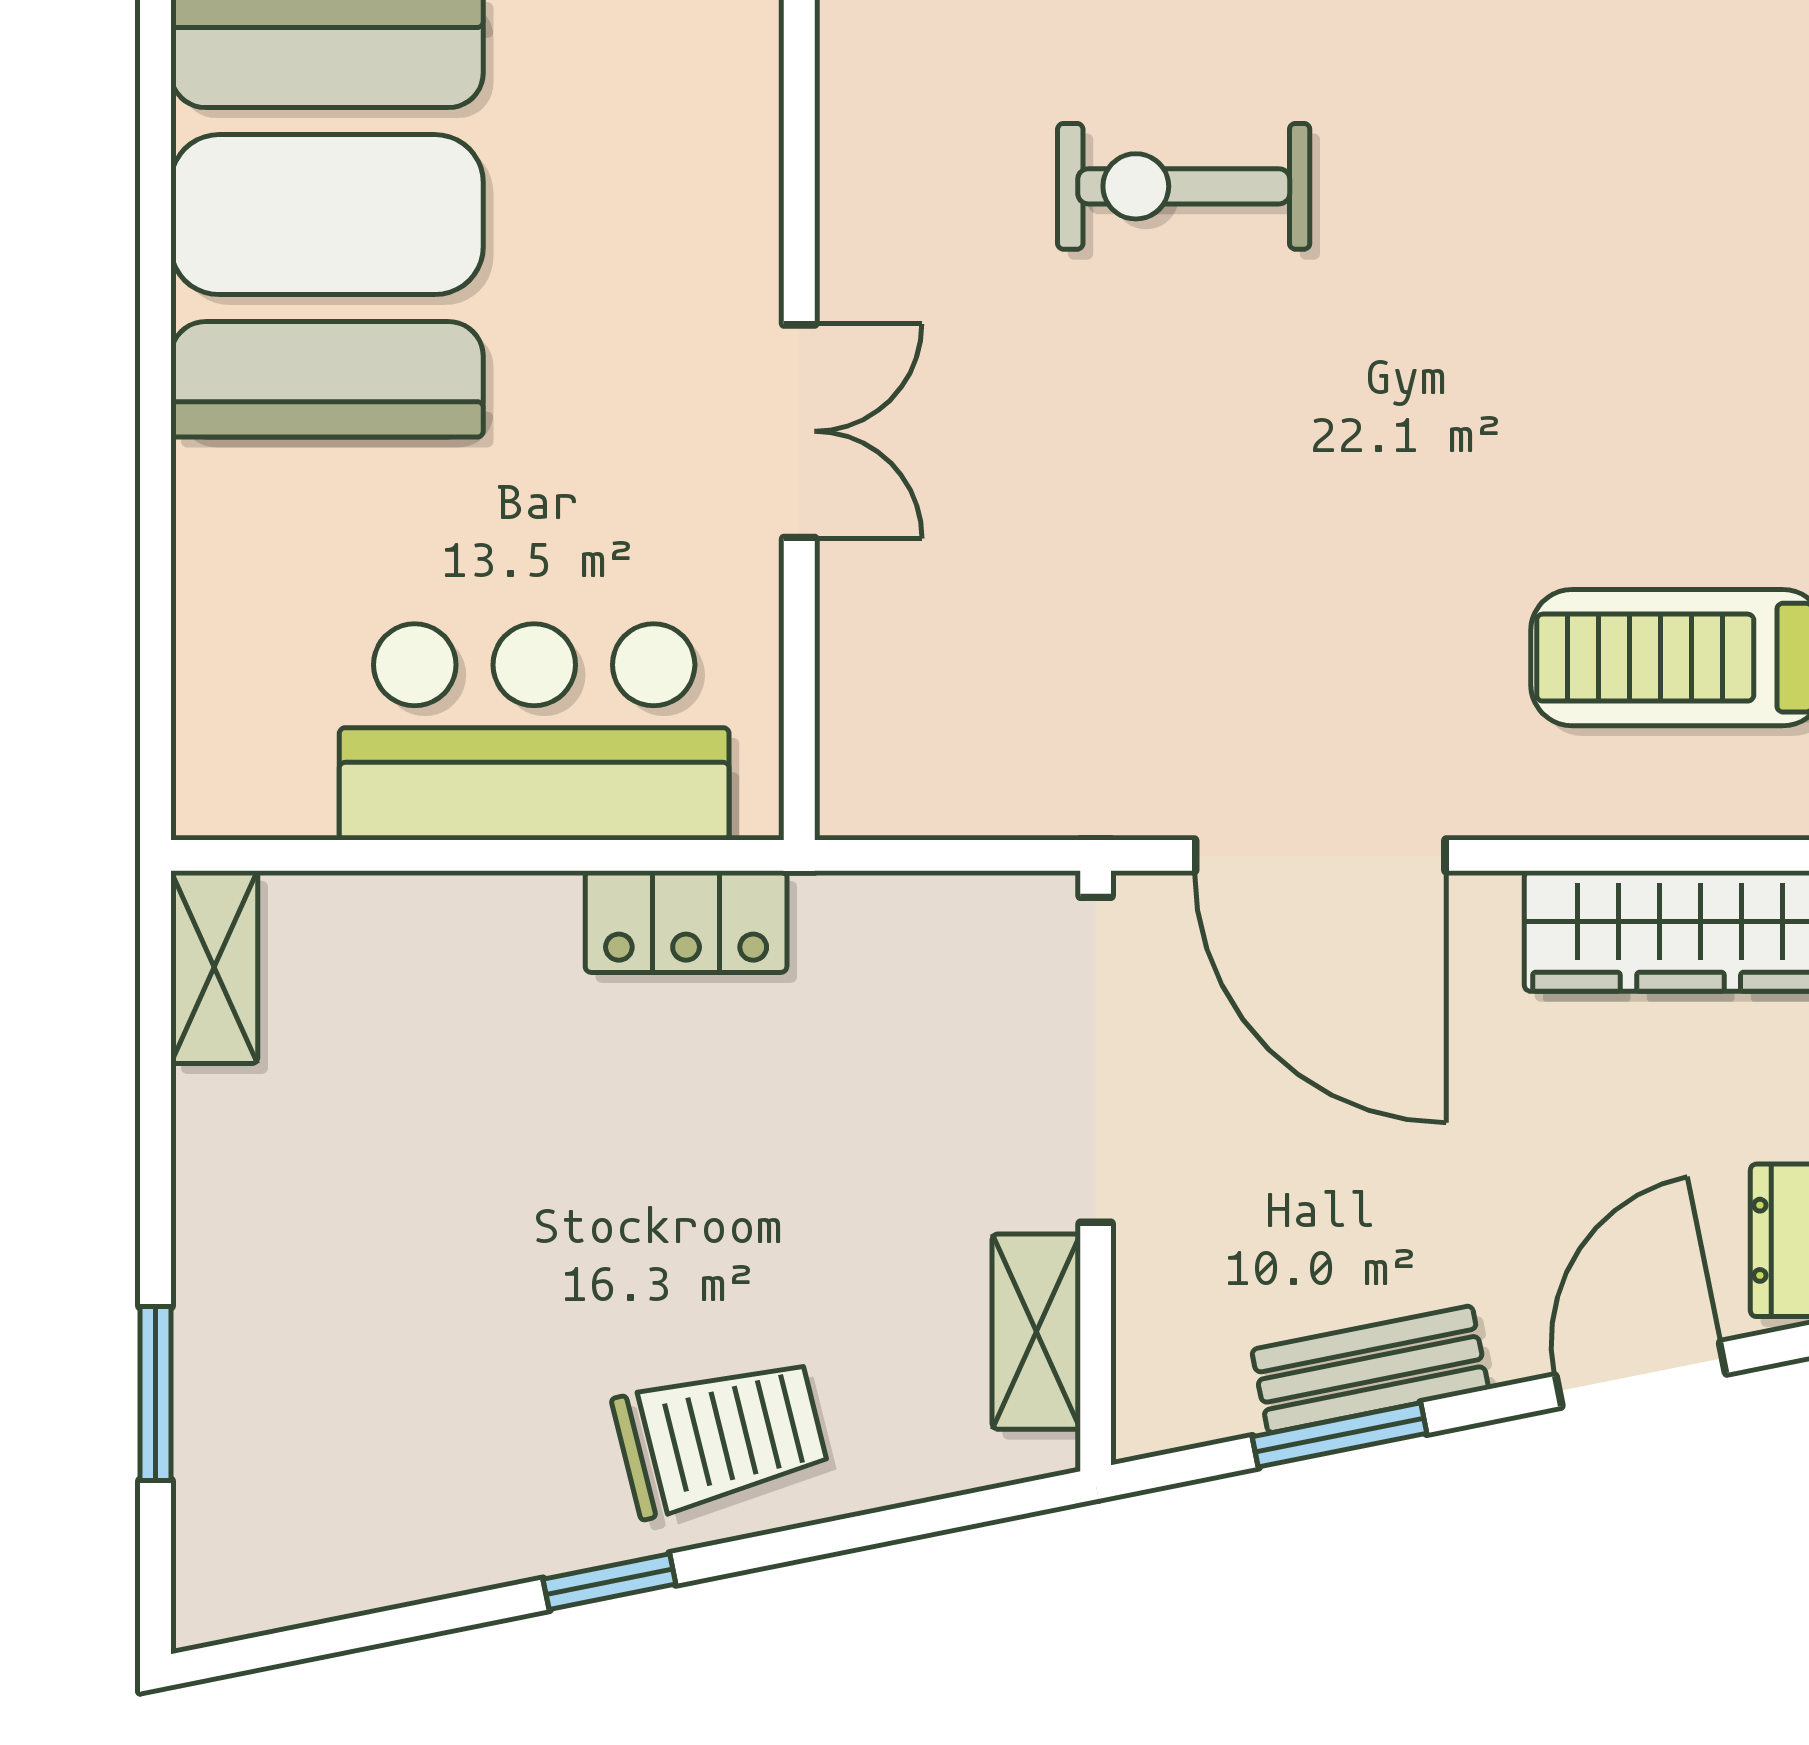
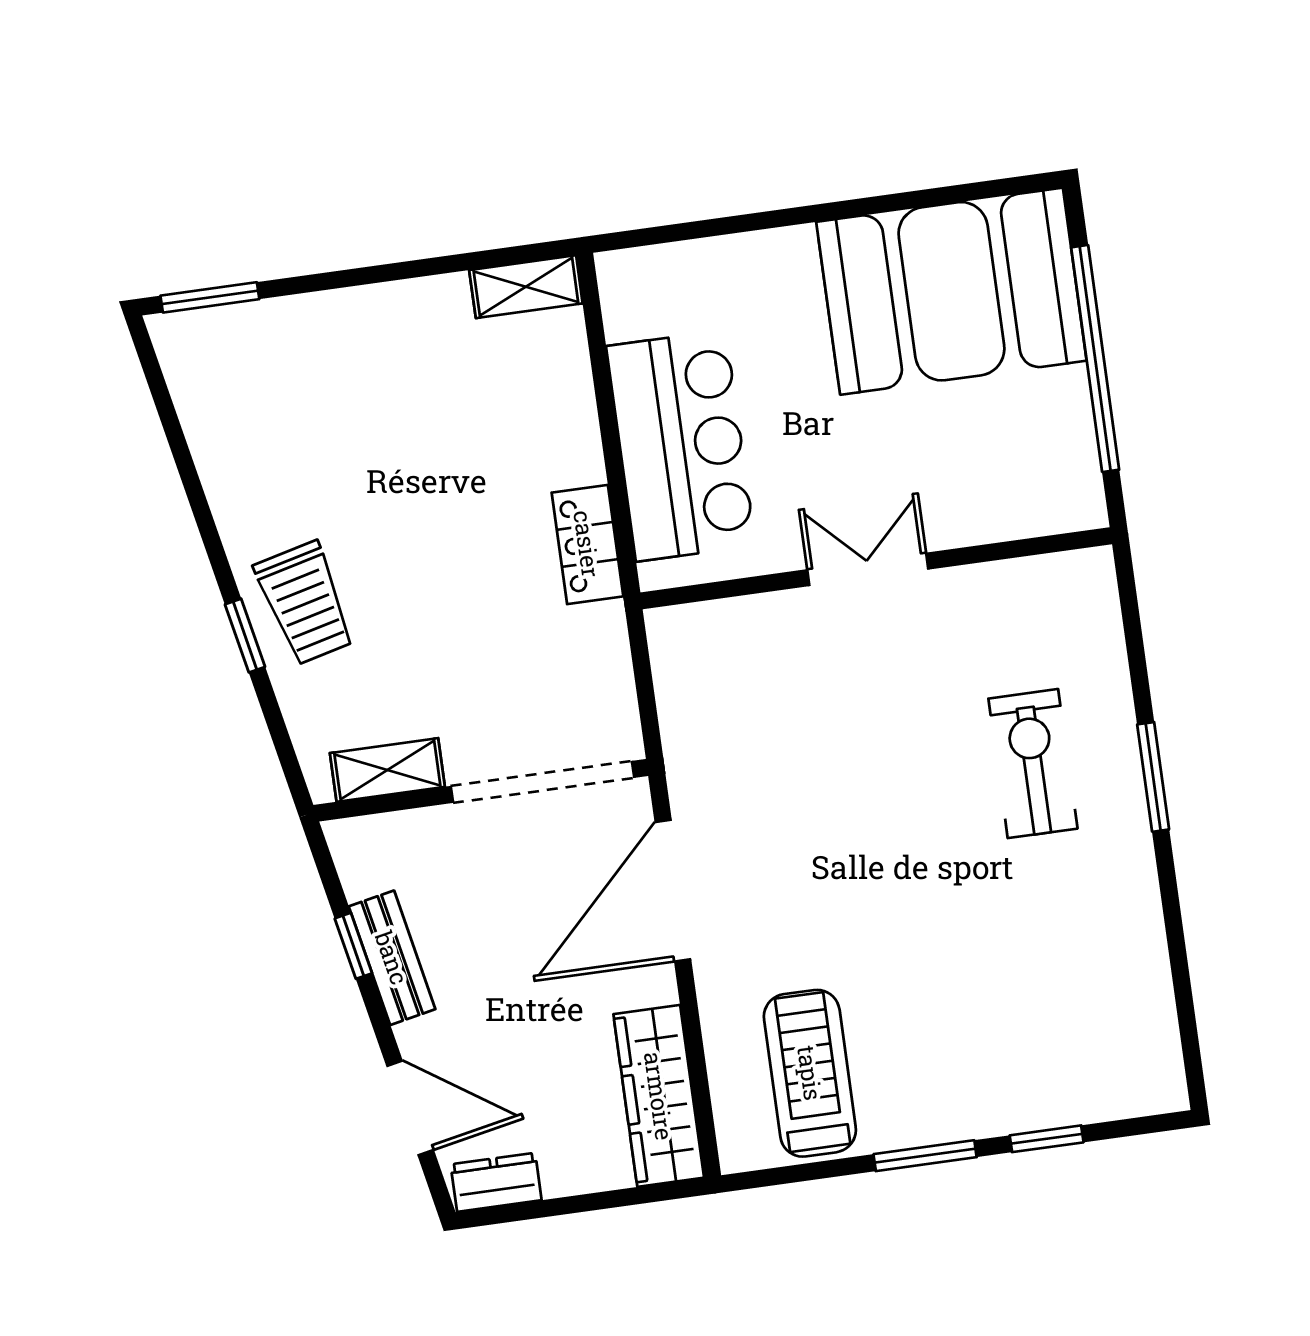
double door: (799, 431) -> (868, 569), swing flipped
window: (156, 1394) -> (210, 297), moved
window: (1340, 1435) -> (353, 946), width x0.67
window: (609, 1582) -> (245, 636), moved

